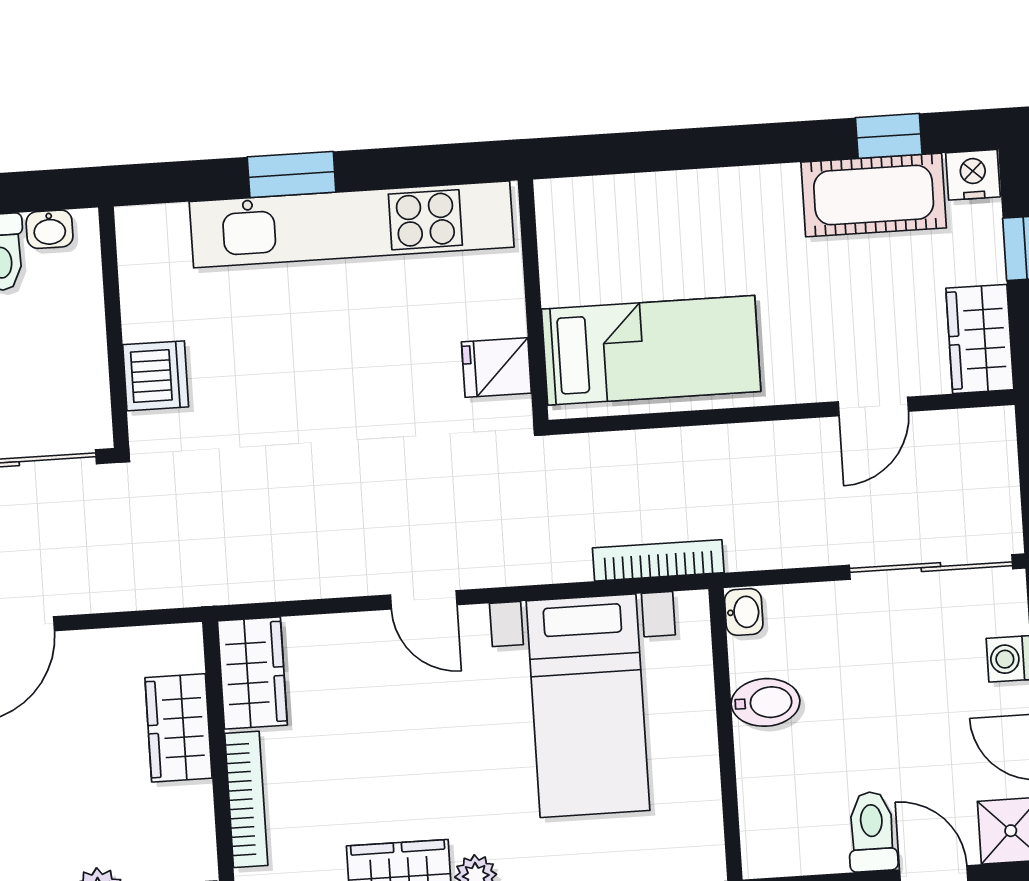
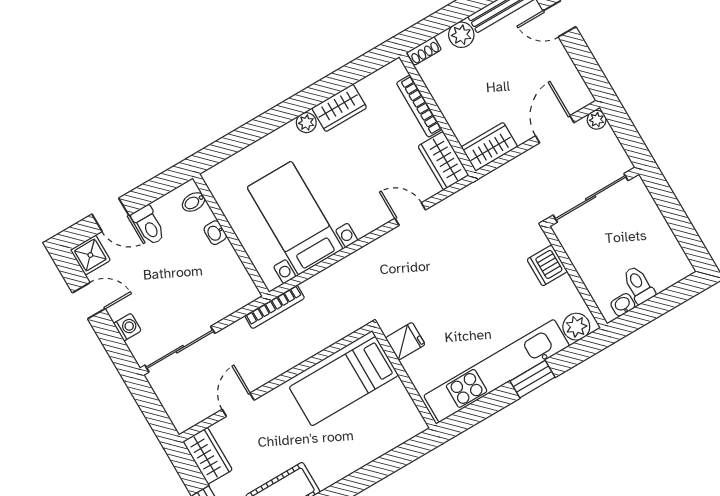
plant: (159, 232) -> (576, 327), added
bookcase: (658, 560) -> (275, 307), moved
door: (424, 600) -> (410, 214), moved
washbasin: (744, 612) -> (215, 233), moved
bidet: (766, 702) -> (194, 202), moved, width x0.72, depth x0.74
wardrobe: (179, 728) -> (489, 147), moved, turned -90

